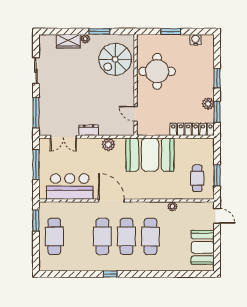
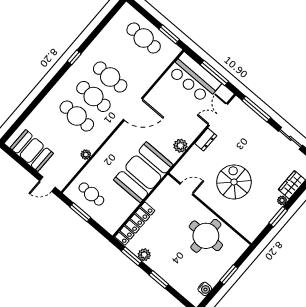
spiral stairs: (115, 59) -> (234, 182), moved
bar counter: (70, 187) -> (194, 78), moved, turned 90

